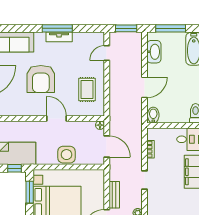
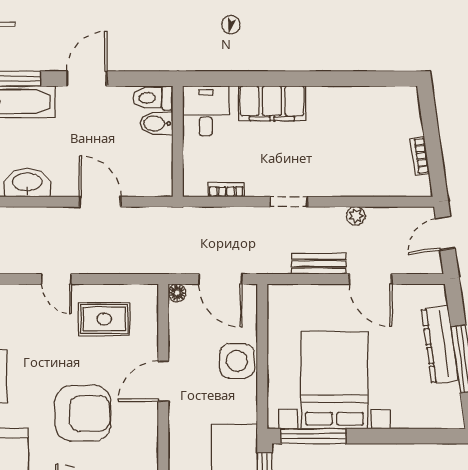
door: (107, 53) -> (56, 279), moved
bidet: (153, 115) -> (156, 123), moved
door: (107, 146) -> (220, 279), swing flipped
window: (30, 192) -> (313, 436), width x1.44

